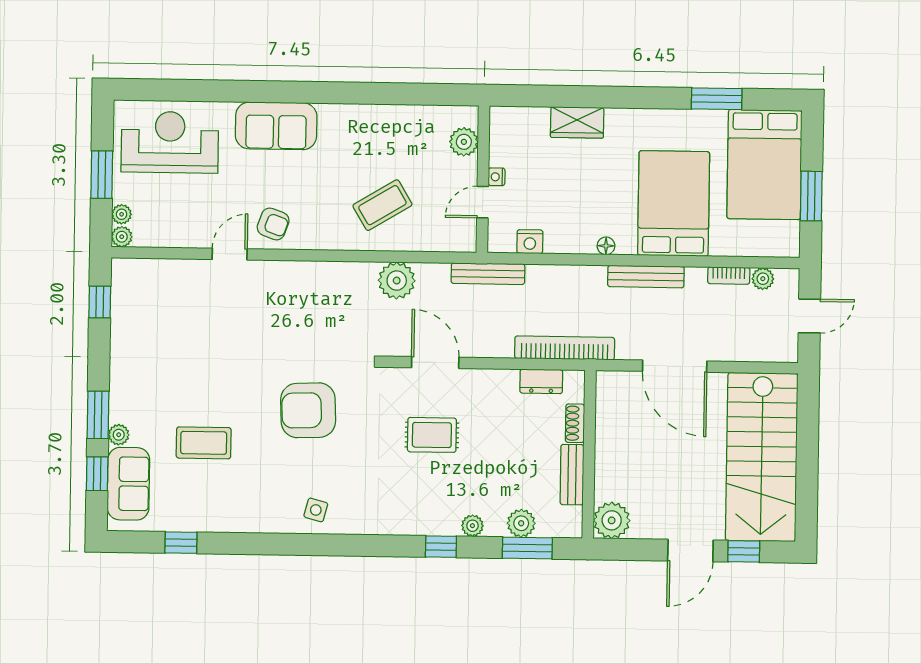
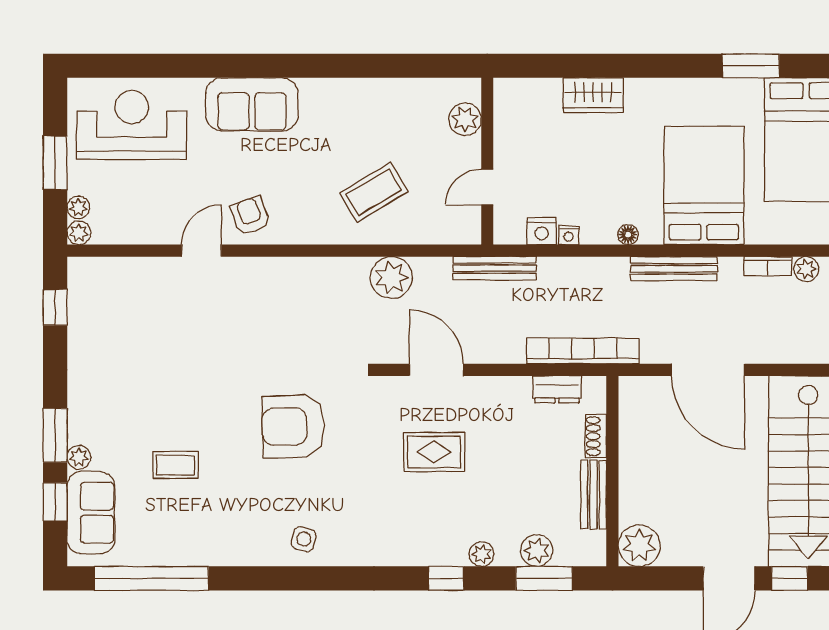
nightstand: (497, 177) -> (569, 235), moved, turned -90
armchair: (273, 224) -> (250, 216), turned -129
coffee table: (204, 443) -> (175, 465), width x0.73, depth x0.77
window: (181, 543) -> (152, 578), width x3.17

